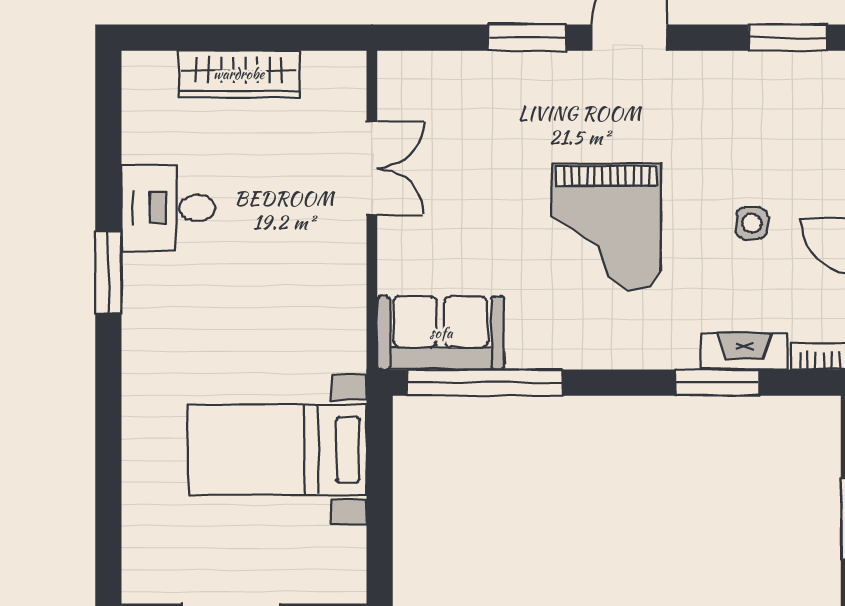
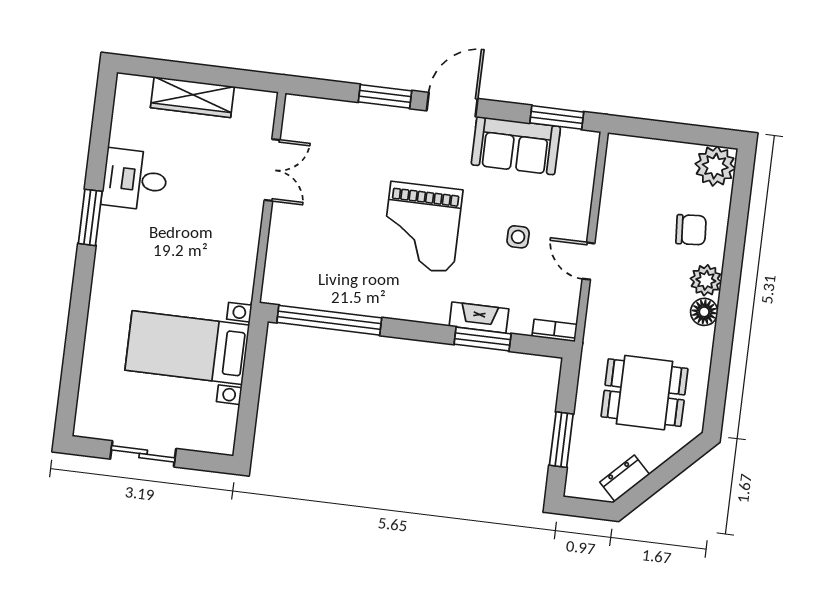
sofa: (441, 333) -> (516, 146), moved, turned 180
fireplace: (744, 351) -> (479, 318), moved

